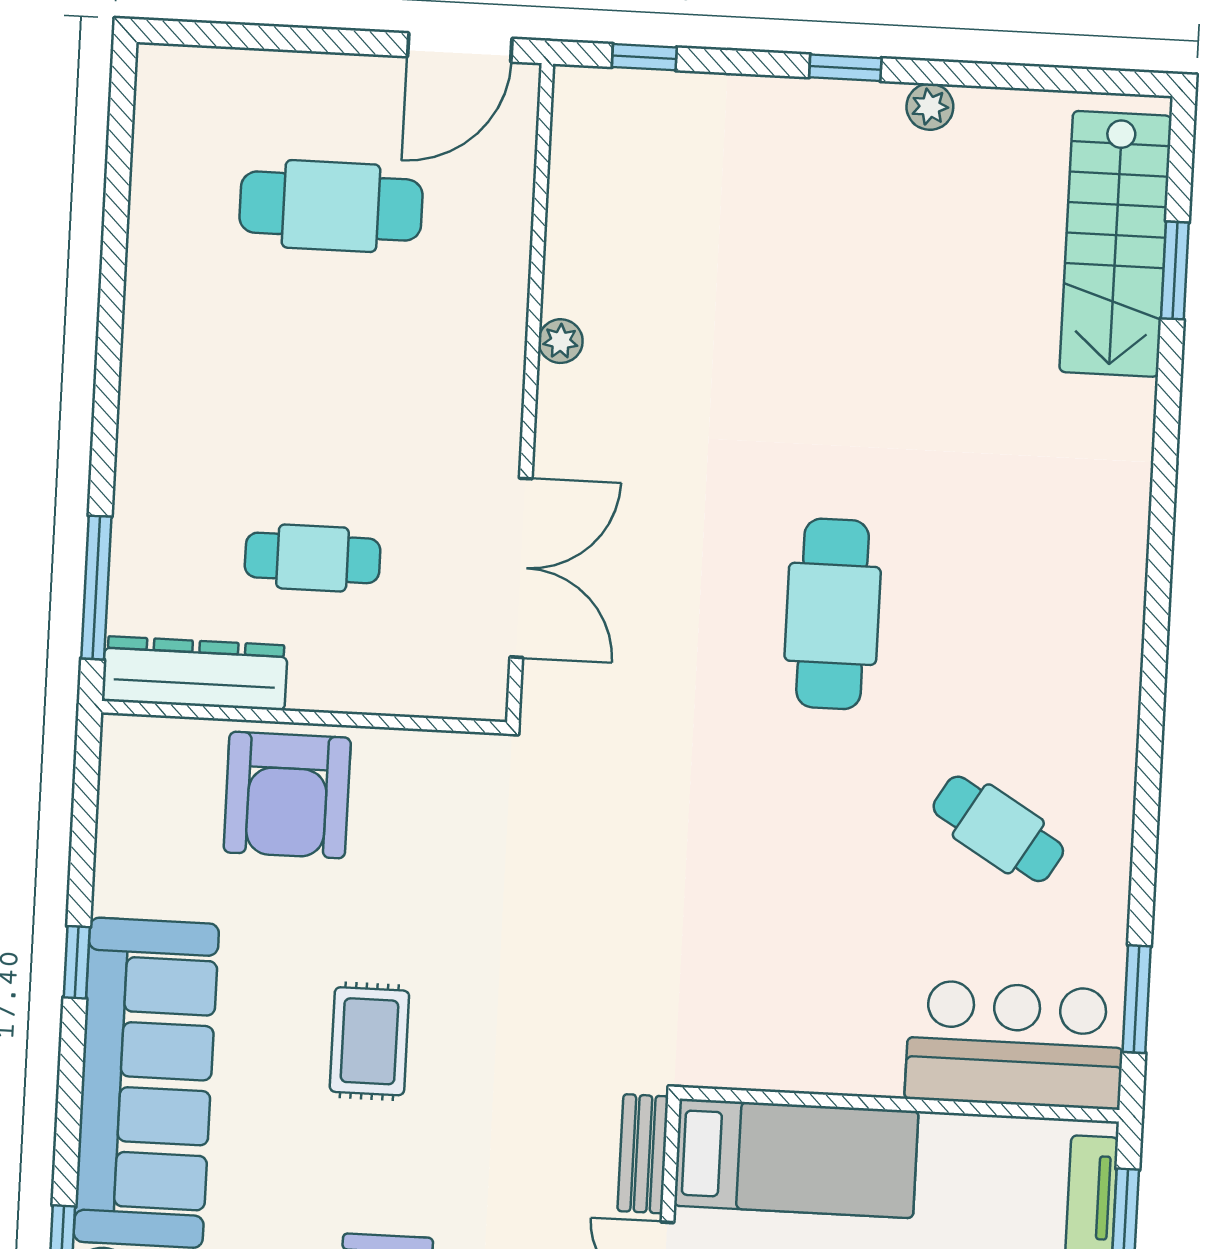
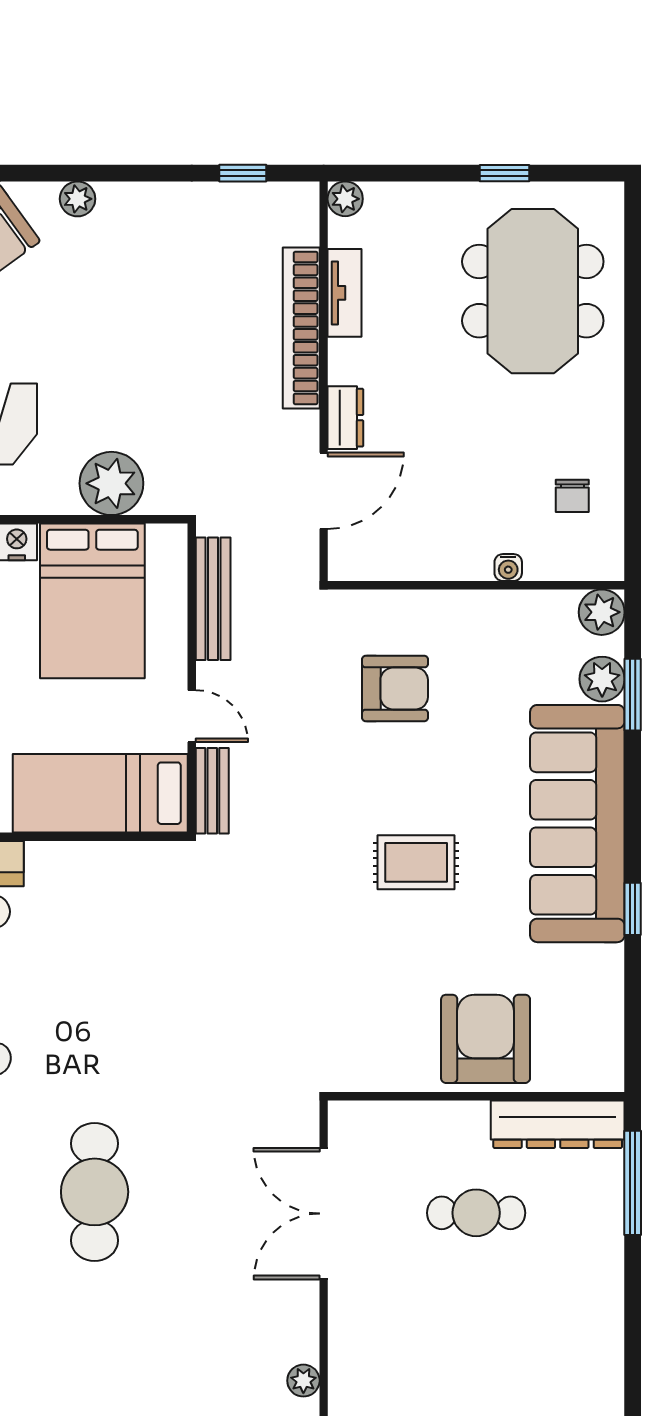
rug: (369, 1041) -> (416, 862), turned 90

